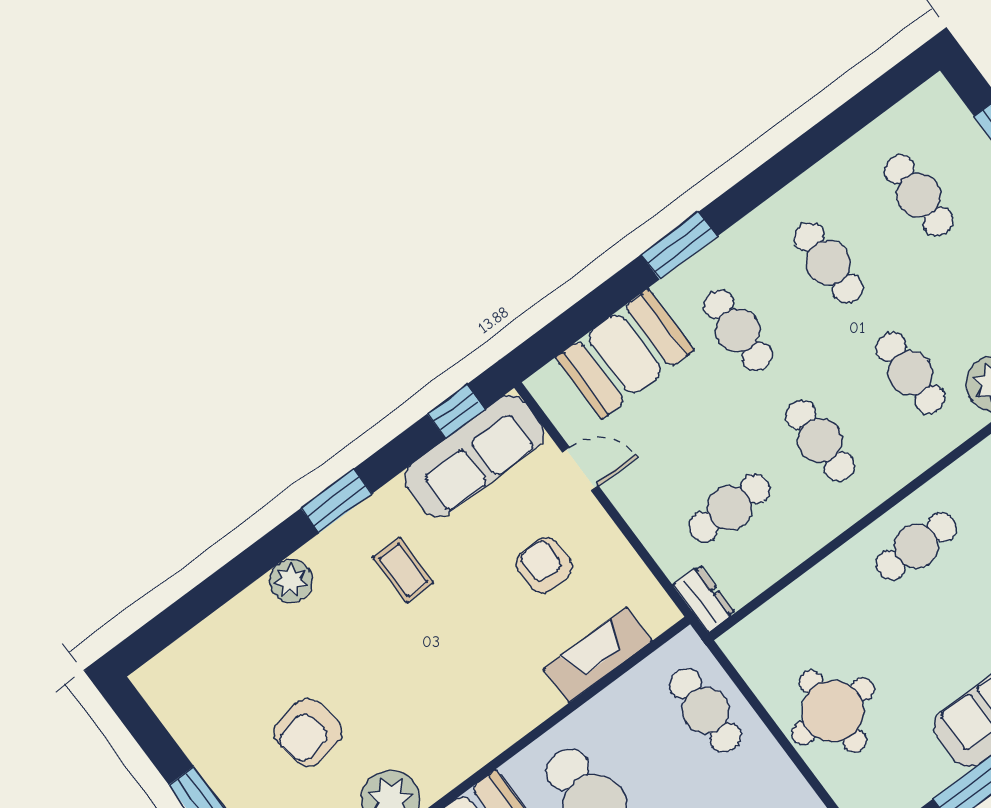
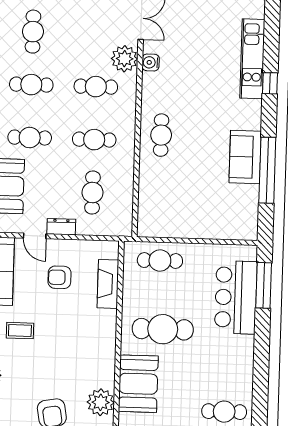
cafe table: (919, 195) -> (33, 32), turned 90
door: (580, 469) -> (35, 236), swing flipped
dresser: (704, 599) -> (61, 227), moved
round table: (833, 711) -> (197, 214), removed

